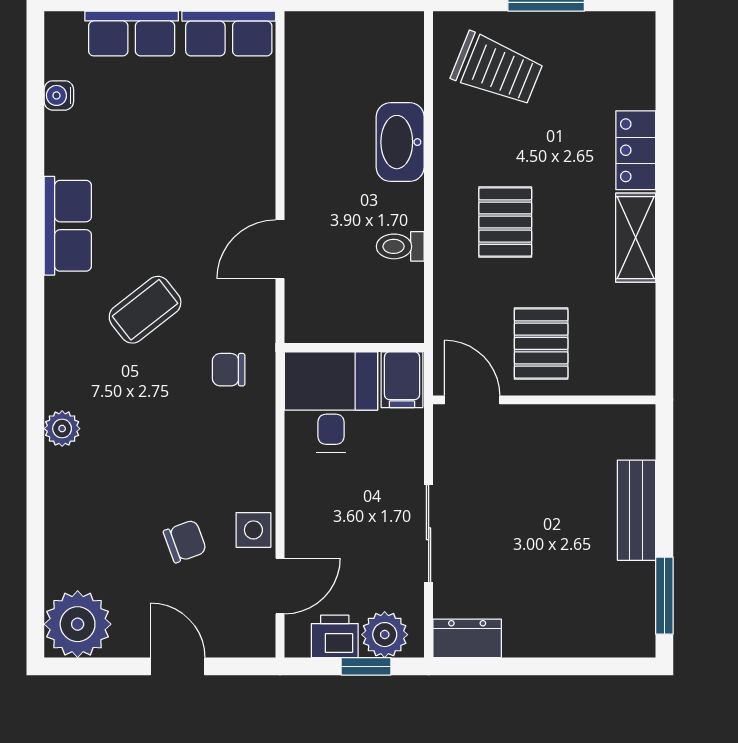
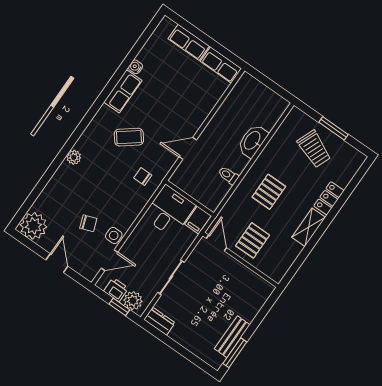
trolley: (497, 69) -> (314, 149), moved
water cooler: (59, 95) -> (136, 67), moved
bench: (636, 510) -> (232, 337), moved

